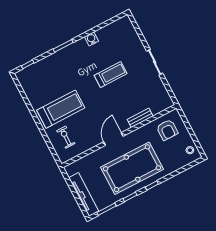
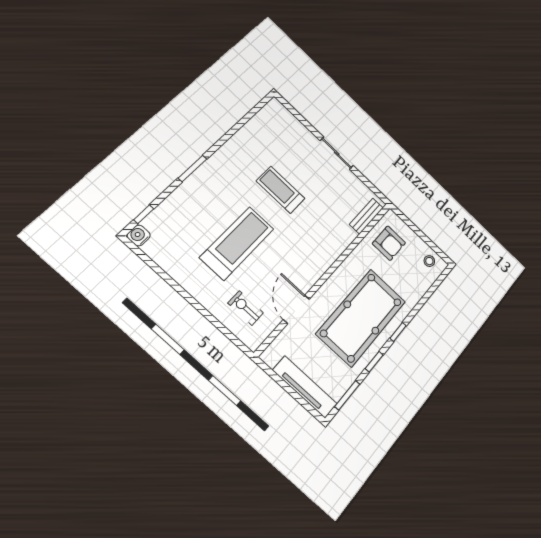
water cooler: (91, 39) -> (139, 235), moved
treadmill: (111, 74) -> (281, 190), turned -90
treadmill: (61, 109) -> (237, 243), moved
bench: (140, 118) -> (366, 216), moved
door: (113, 139) -> (296, 309), moved

